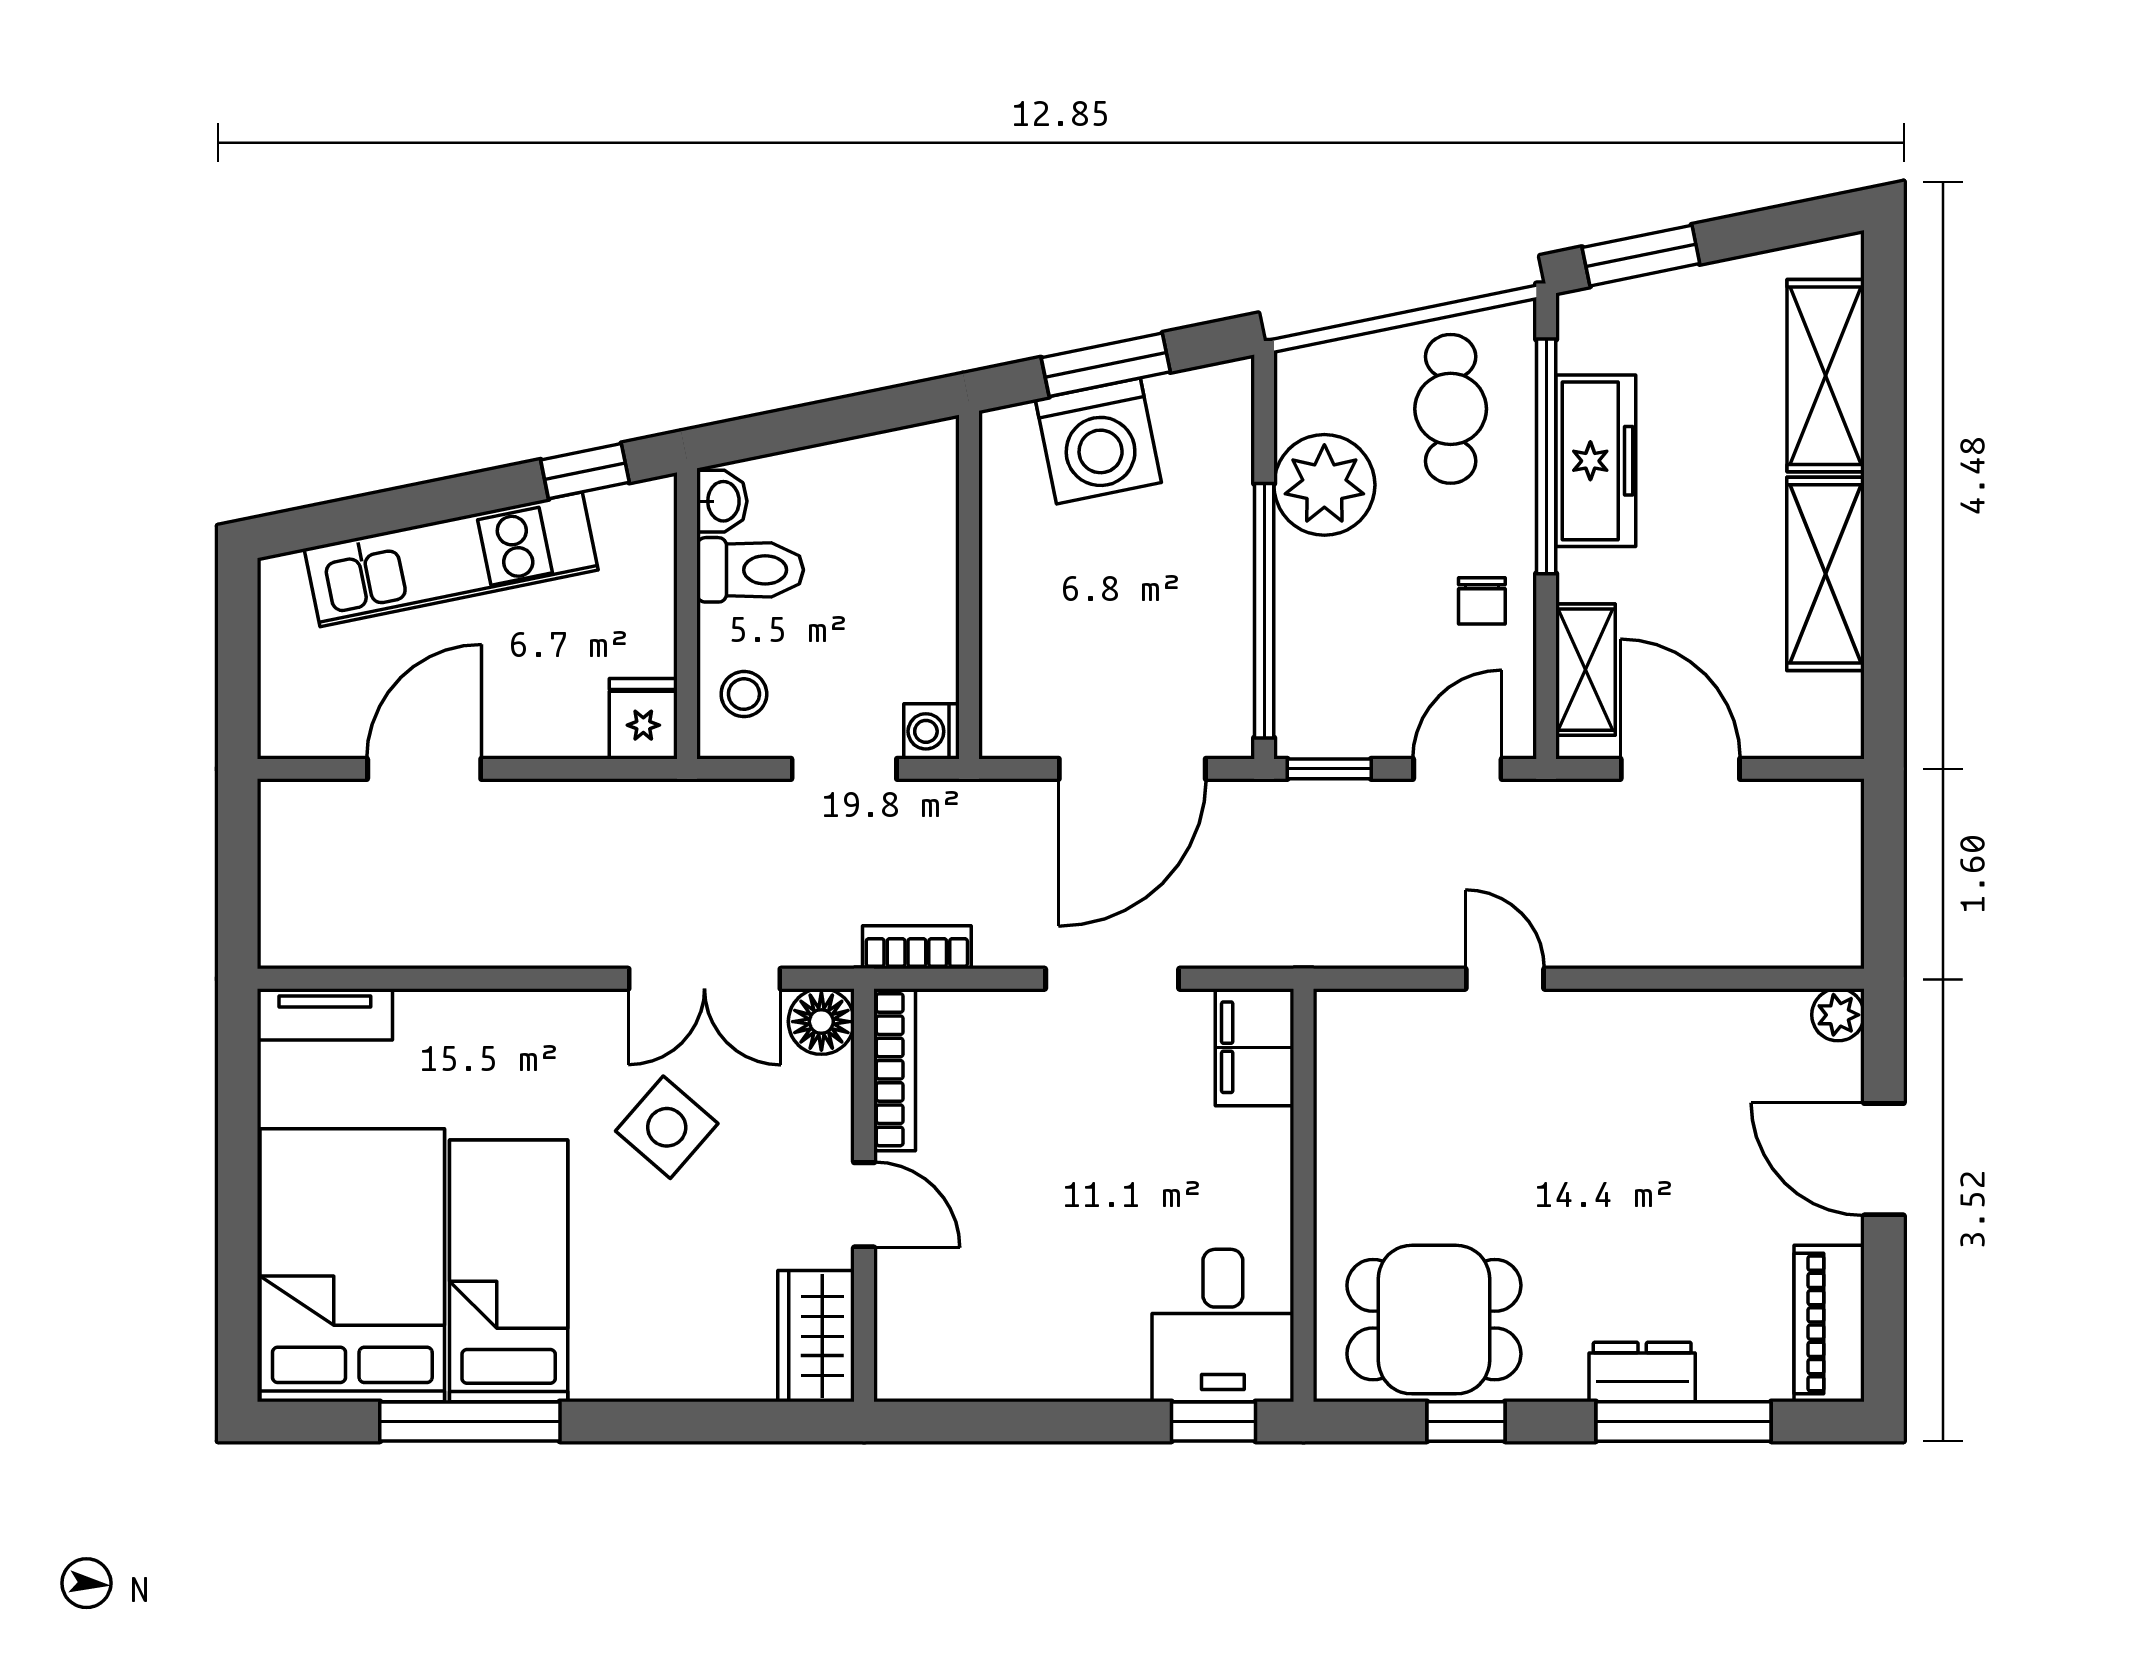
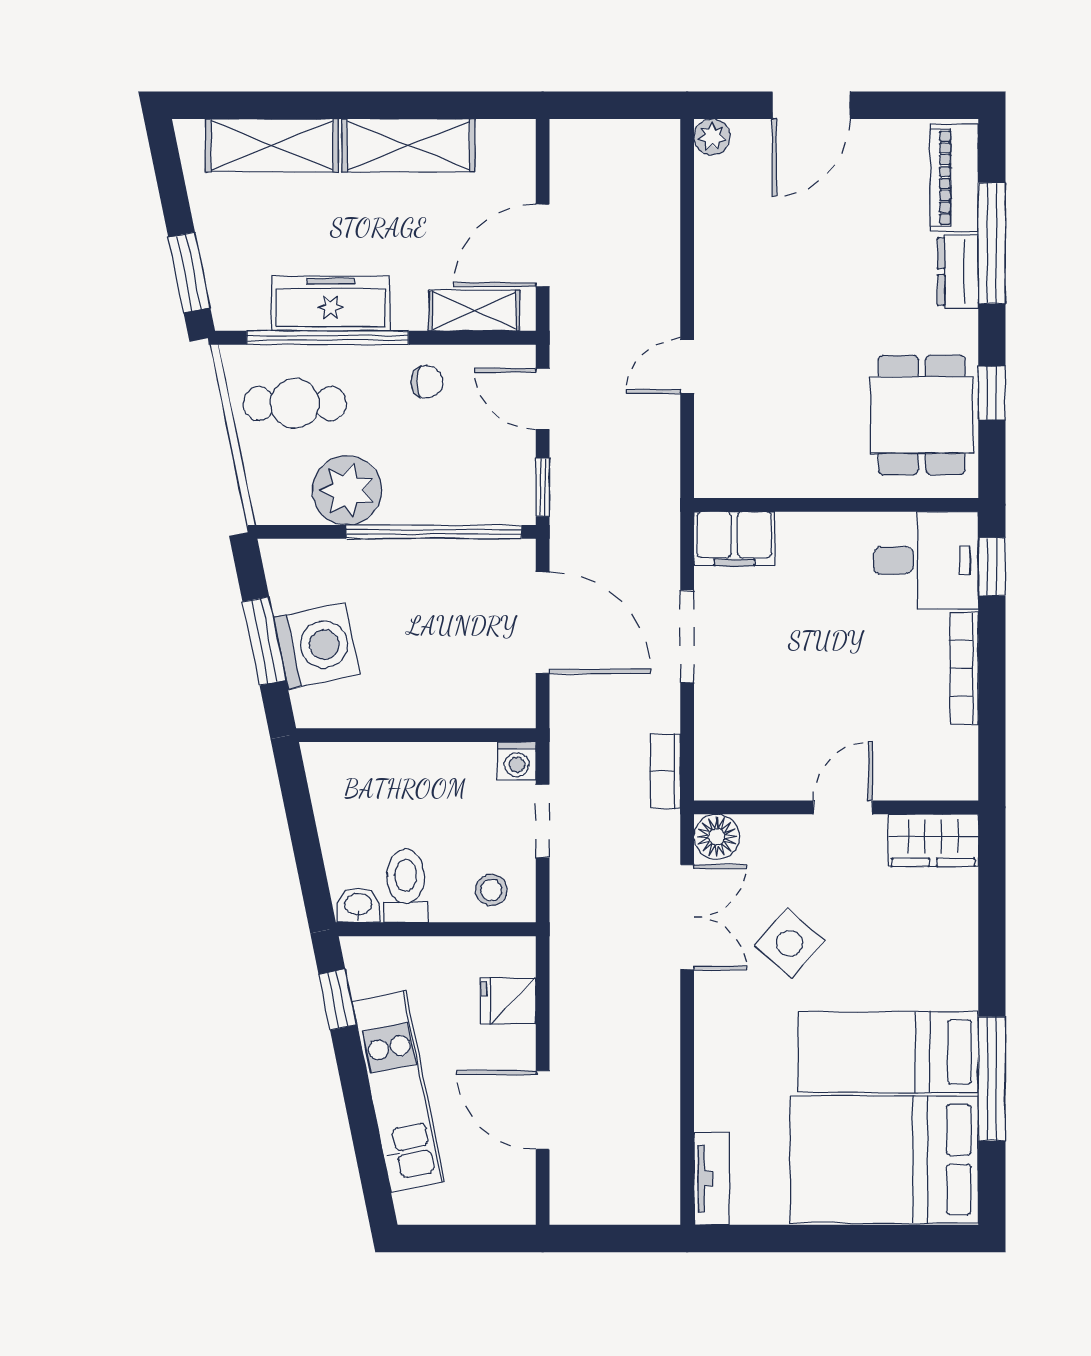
fridge: (643, 719) -> (508, 1001), moved
bookcase: (895, 1070) -> (964, 668), moved, turned -90
piano: (1829, 1323) -> (954, 178), moved, turned 90

